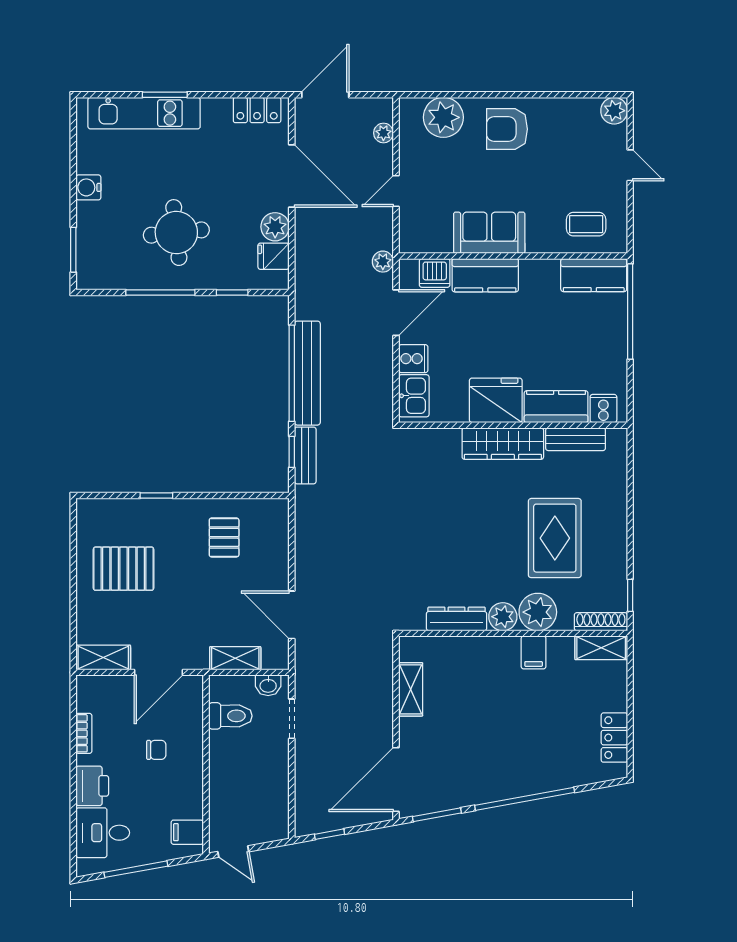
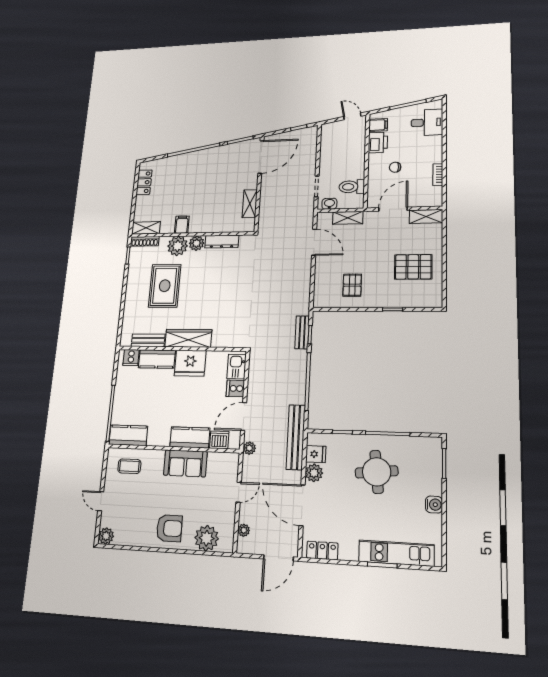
bench: (307, 373) -> (296, 437), moved
printer: (92, 786) -> (378, 143), moved, turned 180

